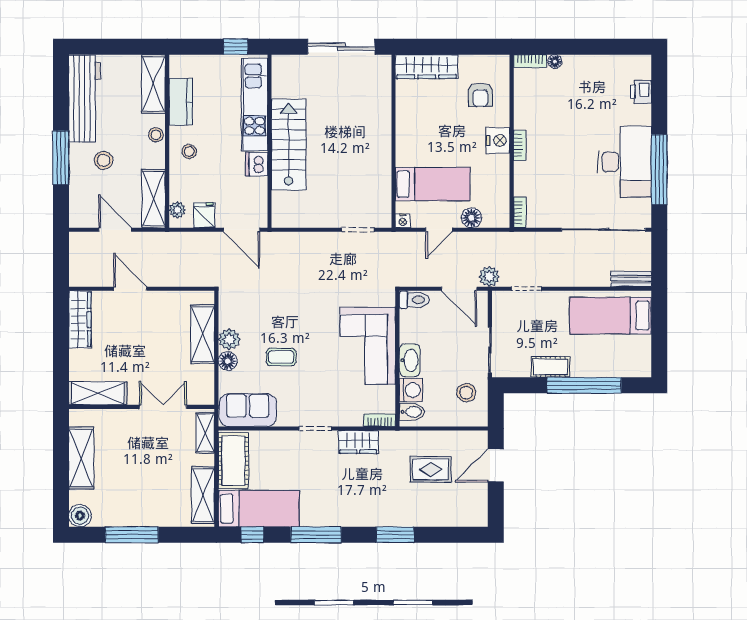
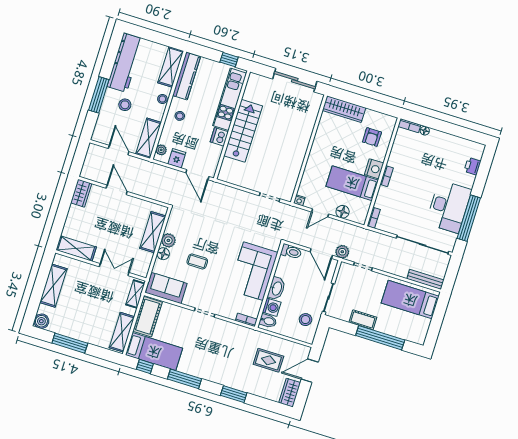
kitchen counter: (181, 102) -> (187, 76), width x1.50
bed: (433, 184) -> (352, 183), moved, turned 180
bench: (631, 279) -> (425, 279), width x1.36
wardrobe: (80, 319) -> (81, 193), width x0.67
wardrobe: (358, 442) -> (290, 393), moved, turned 90

